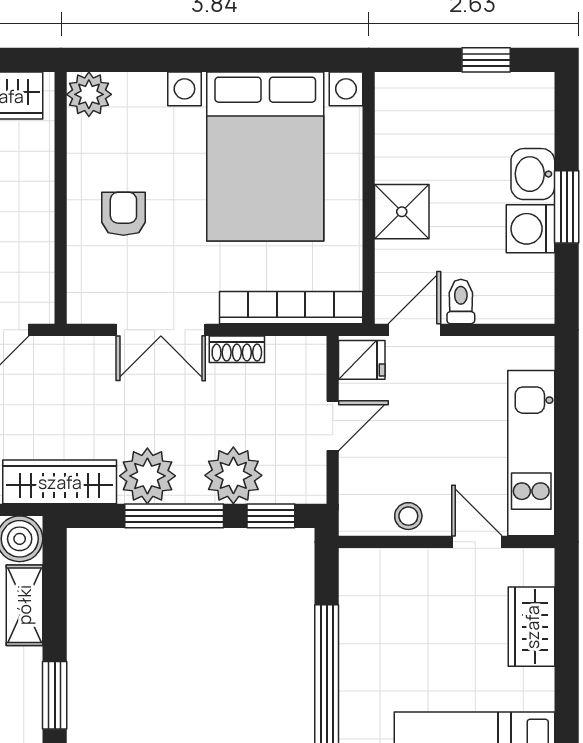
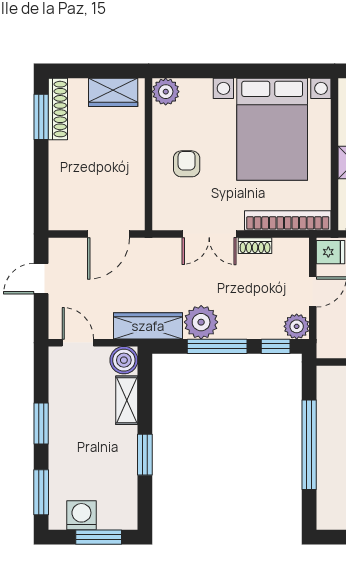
plant: (233, 475) -> (297, 326), moved, width x0.73, depth x0.73

